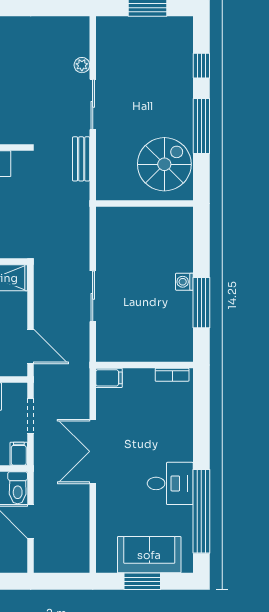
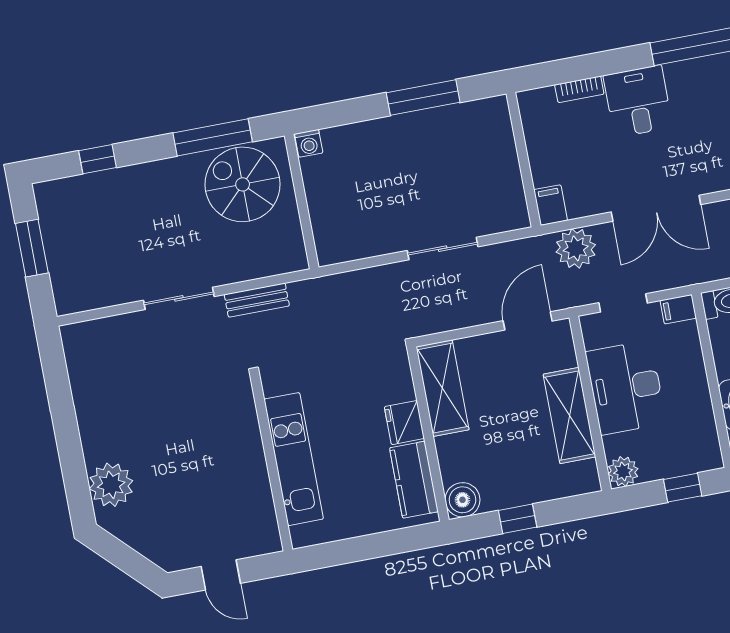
plant: (82, 65) -> (576, 248), moved, width x1.88, depth x1.88
window: (201, 126) -> (213, 137), moved
washing machine: (184, 282) -> (309, 143), moved
bookcase: (172, 375) -> (579, 89), moved, turned 90
desk: (170, 483) -> (638, 101), moved

